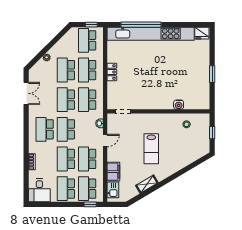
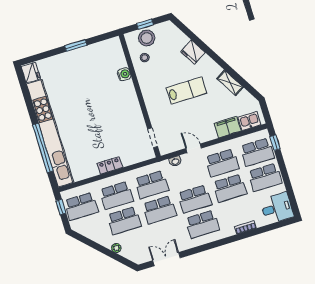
stool: (201, 131) -> (147, 38), added
fridge: (179, 163) -> (193, 52), added

